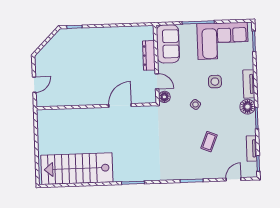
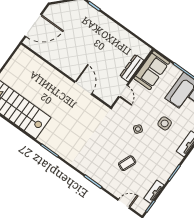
door: (34, 85) -> (33, 25), width x1.88
floor lamp: (164, 97) -> (120, 106), removed
door: (120, 105) -> (83, 88), hinge flipped
floor lamp: (247, 107) -> (174, 159), removed

